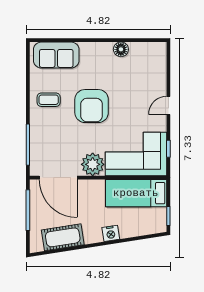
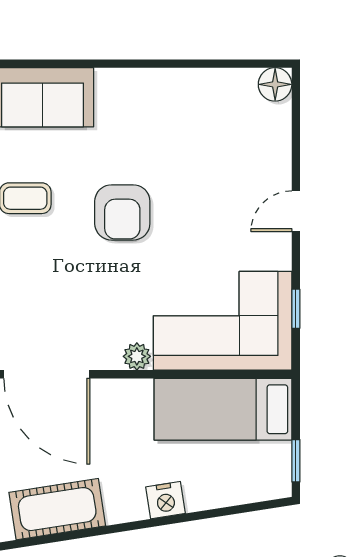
floor lamp: (121, 49) -> (275, 84), moved
armchair: (92, 106) -> (122, 212), width x0.73, depth x0.73
plant: (93, 164) -> (137, 356), width x0.53, depth x0.53

